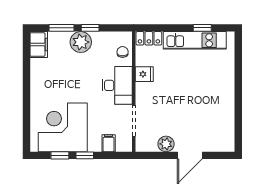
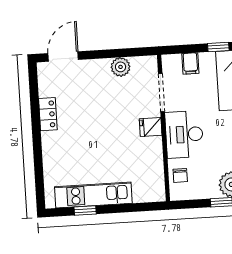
locker: (149, 38) -> (48, 114), moved, turned 90
fridge: (144, 74) -> (151, 127), moved
door: (190, 155) -> (63, 56), moved

